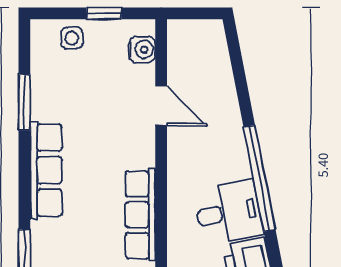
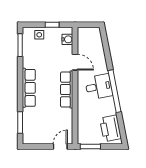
window: (24, 102) -> (20, 45), moved
desk: (229, 212) -> (99, 87), moved
row of seats: (140, 215) -> (67, 90), moved

